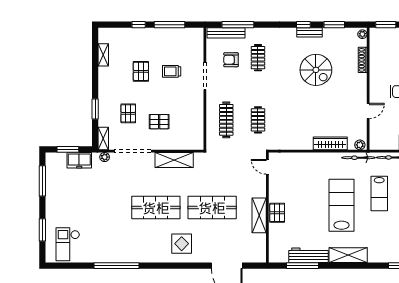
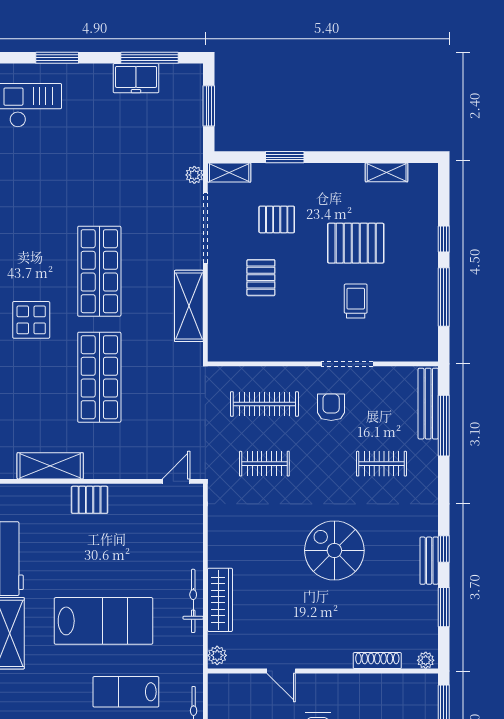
armchair: (231, 60) -> (331, 407), moved
spiral stairs: (316, 70) -> (334, 550), moved, turned 90
pallet: (141, 71) -> (356, 243), width x1.50, depth x1.42
bicycle: (358, 158) -> (193, 601), moved
freezer: (79, 160) -> (136, 78), moved, turned -90
shelving: (259, 215) -> (50, 466), moved

